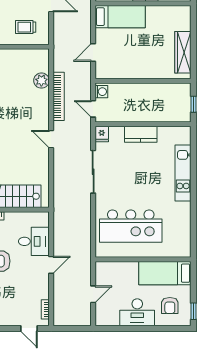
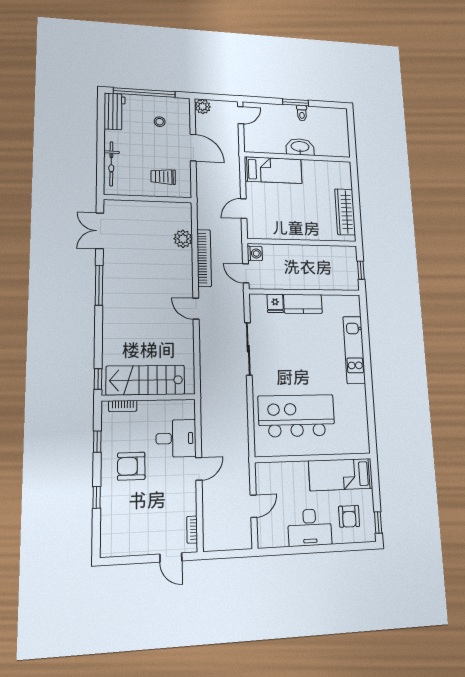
fridge: (102, 134) -> (275, 303), moved
kitchen island: (131, 226) -> (296, 416), turned 180

